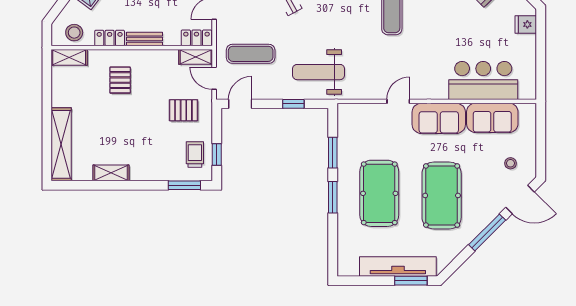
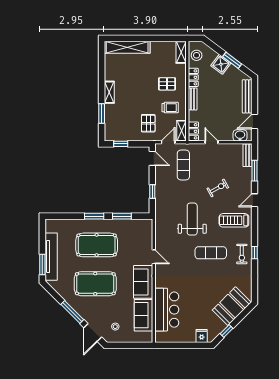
weight bench: (319, 72) -> (192, 219), moved
trolley: (195, 155) -> (170, 108), moved
shelving: (111, 173) -> (109, 92), moved
window: (184, 185) -> (102, 114), moved

